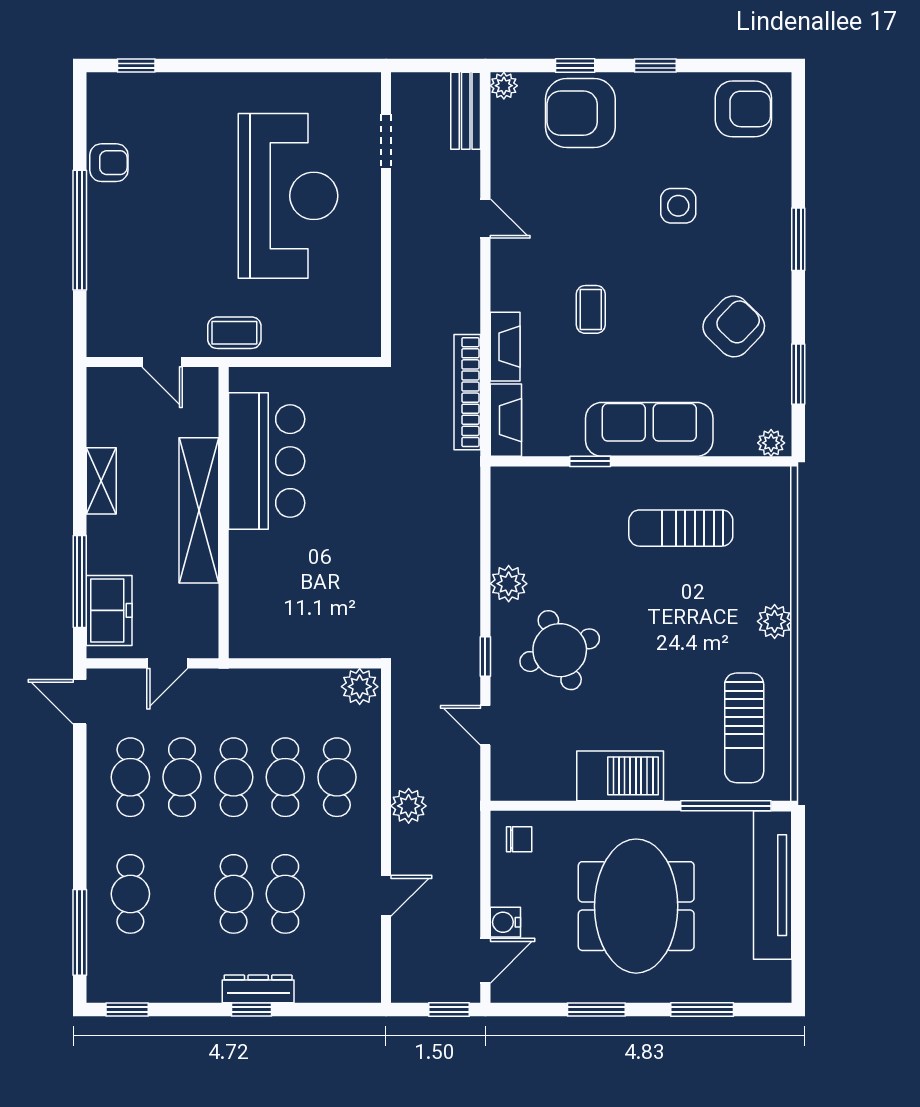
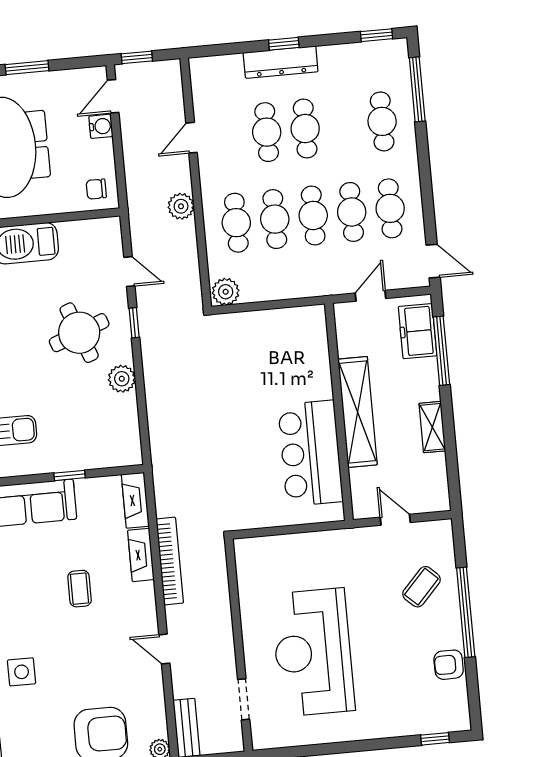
coffee table: (234, 333) -> (421, 587), moved, turned -47
bookcase: (467, 392) -> (170, 561), moved
dresser: (258, 989) -> (281, 62), width x1.37, depth x1.24

